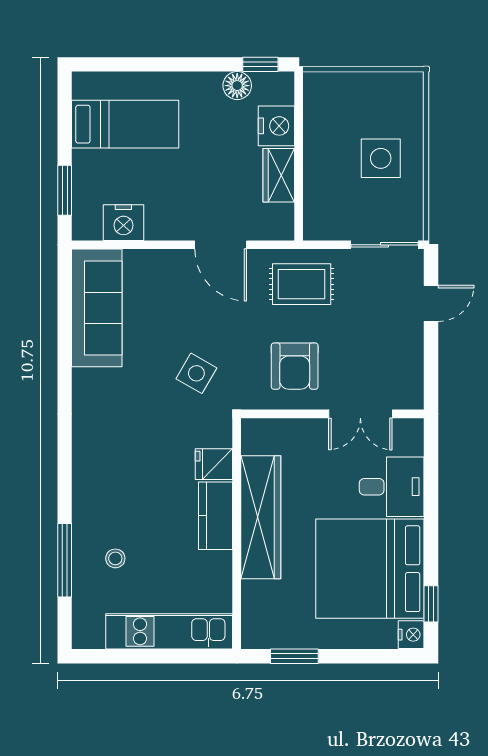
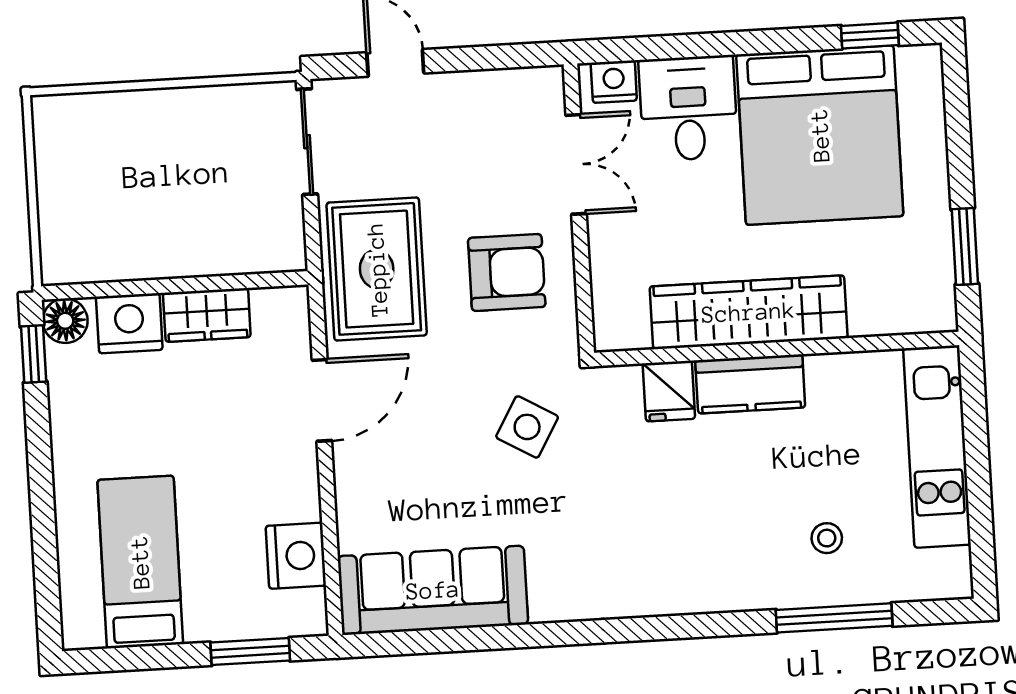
floor lamp: (237, 86) -> (65, 321), moved
side table: (381, 158) -> (171, 156), removed
rug: (302, 284) -> (377, 269), width x1.36, depth x1.43
nightstand: (411, 635) -> (614, 82), moved

